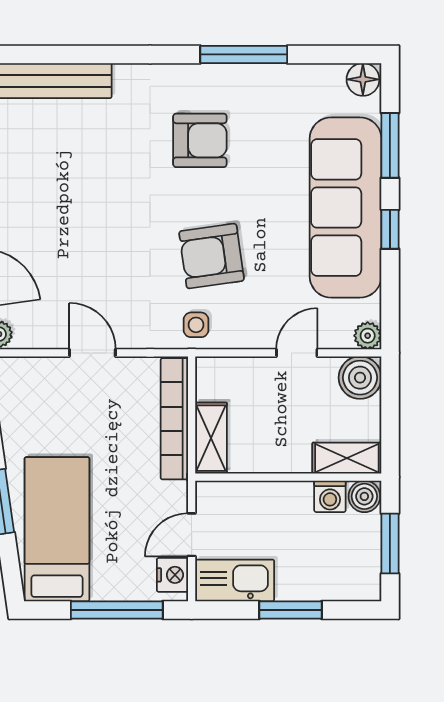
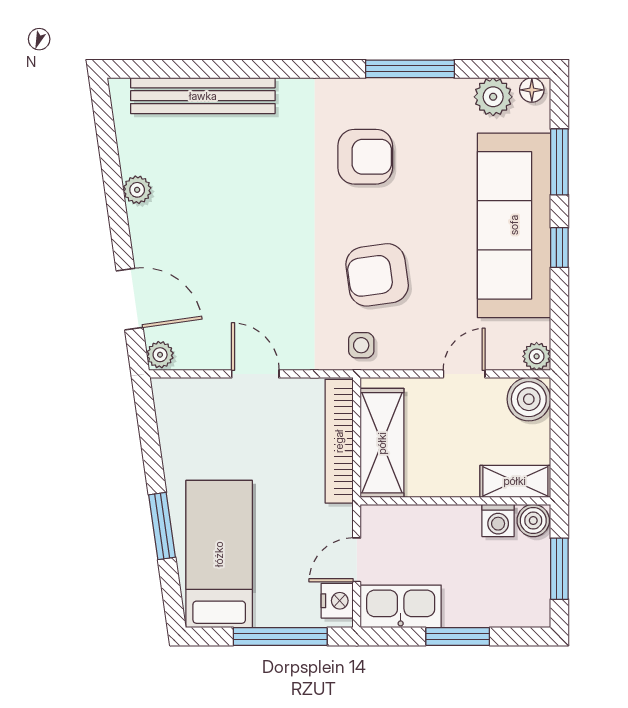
floor lamp: (363, 79) -> (532, 90), width x0.73, depth x0.73
plant: (325, 82) -> (493, 97), added
shelving: (211, 438) -> (382, 443), width x1.50, depth x1.33

